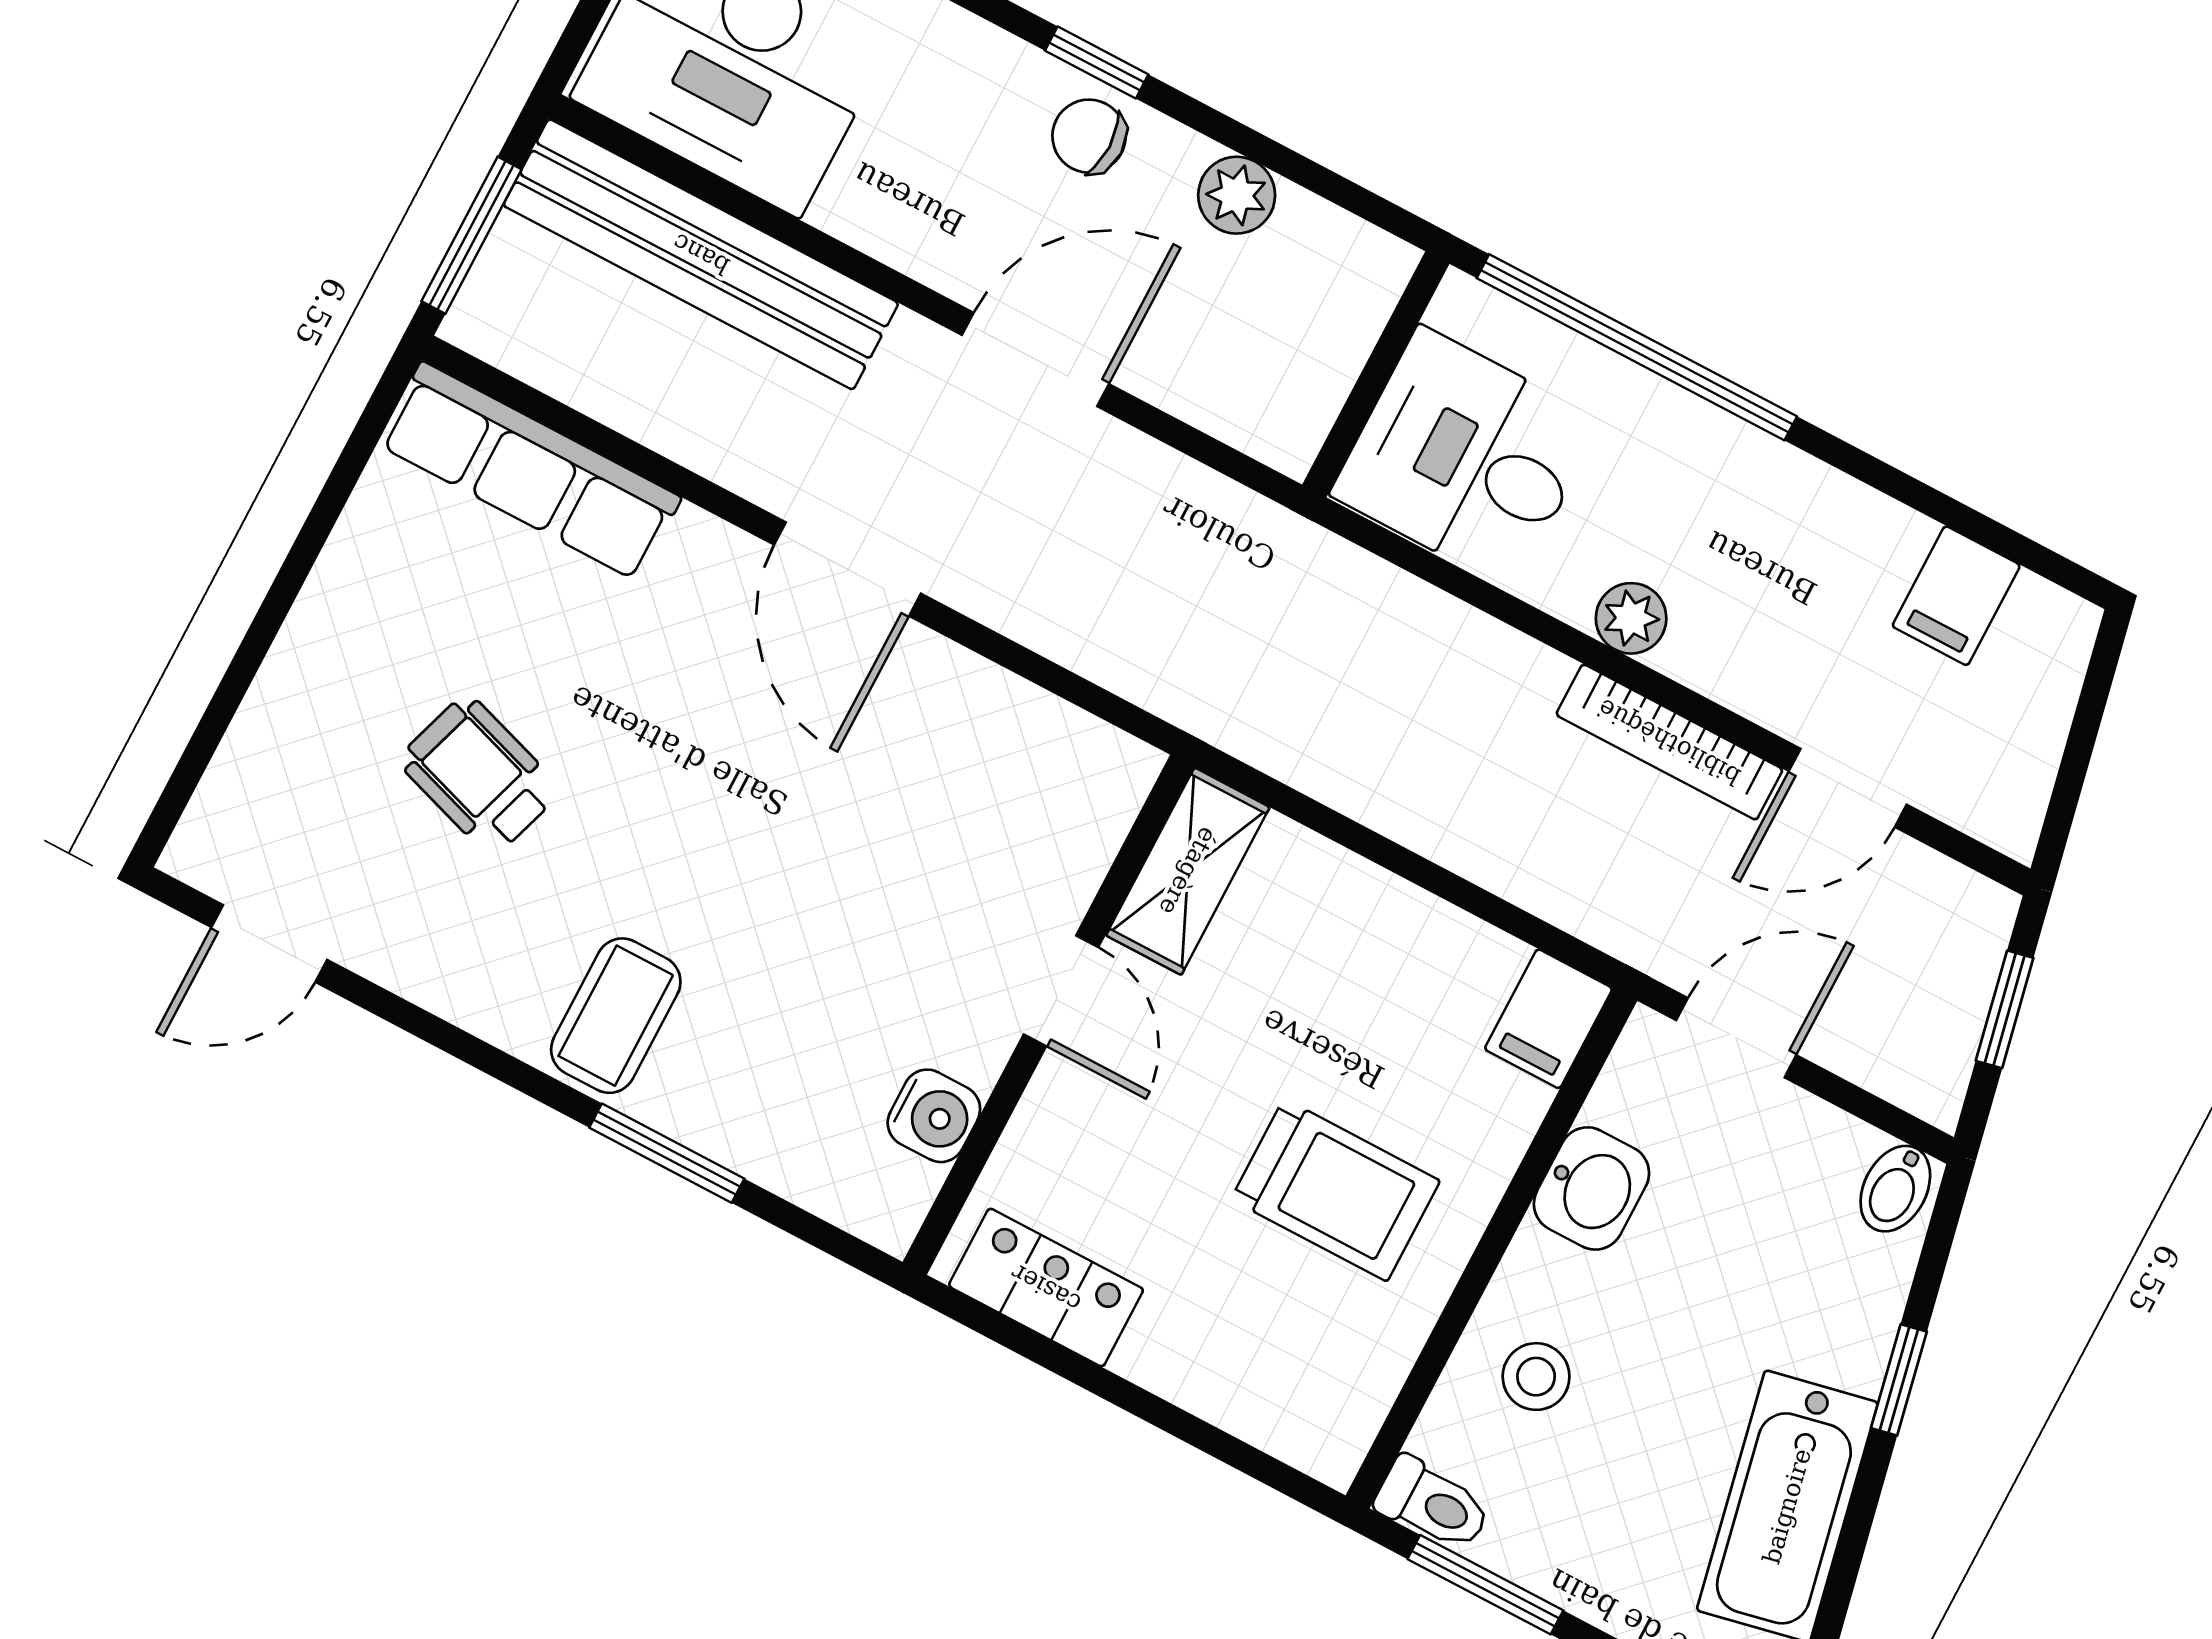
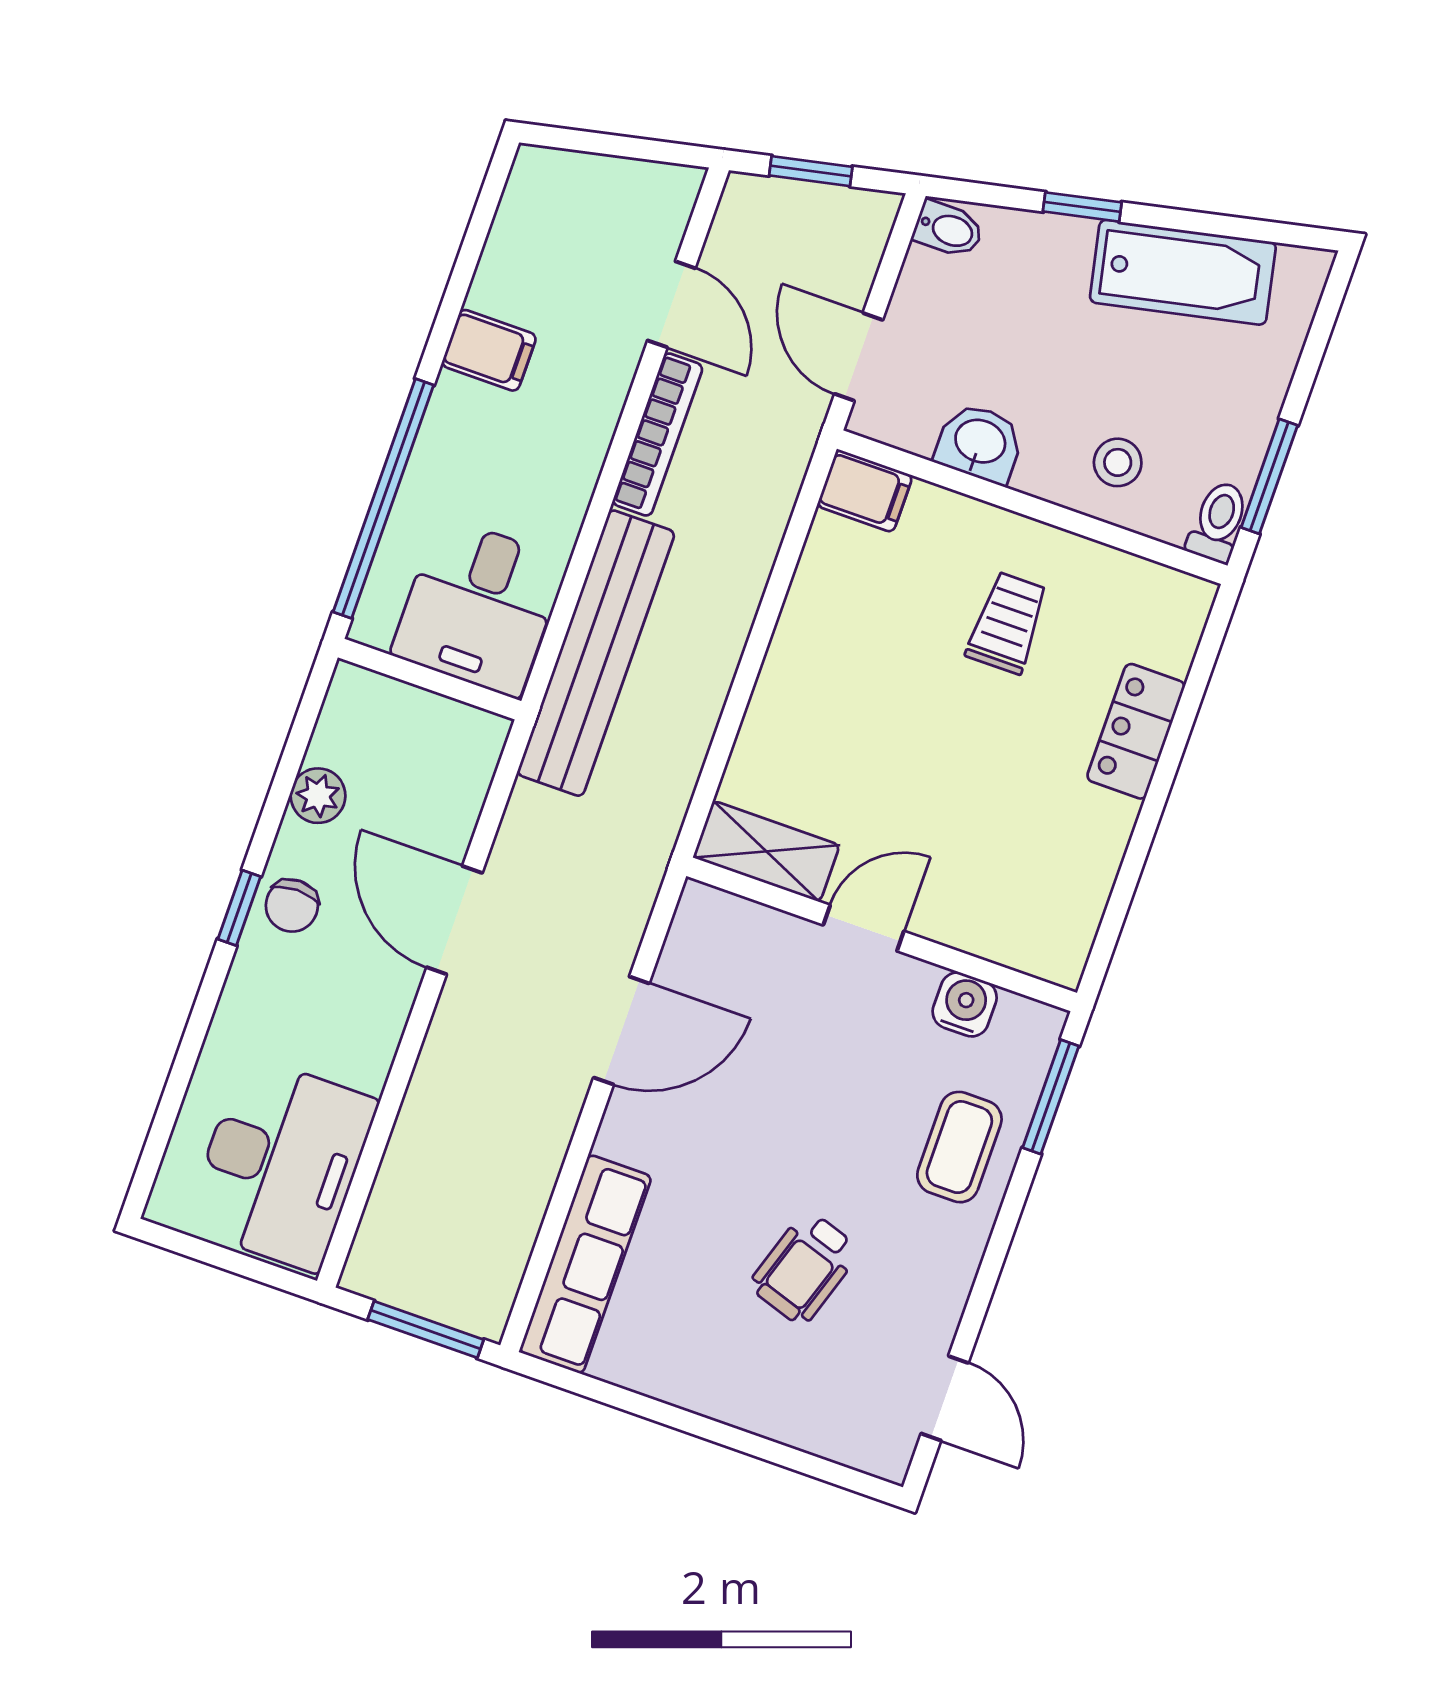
bench: (701, 254) -> (596, 653), moved
filing cabinet: (1956, 596) -> (489, 350), moved
plant: (1631, 618) -> (575, 474), removed
shelving: (1188, 871) -> (766, 851), moved
door: (1061, 991) -> (864, 928), moved
wall: (1048, 1015) -> (882, 934), moved
coffee table: (616, 1016) -> (959, 1147), turned 90
water cooler: (934, 1116) -> (965, 1004), moved
trolley: (1335, 1190) -> (1007, 623), width x0.73, depth x0.72
locker: (1046, 1288) -> (1136, 731), moved

